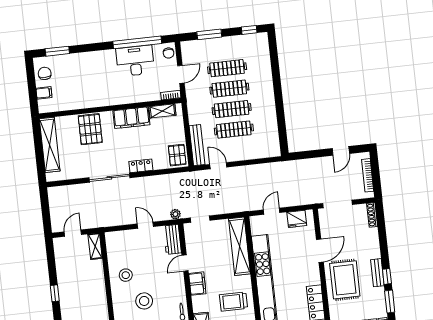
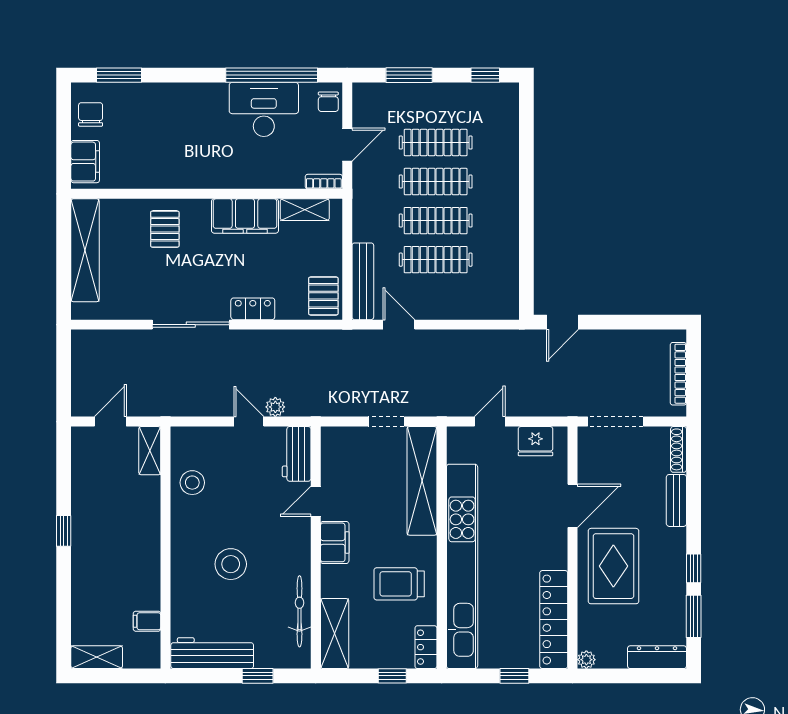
filing cabinet: (44, 93) -> (85, 162), width x2.00
pallet: (90, 129) -> (165, 229), width x0.67, depth x0.71
door: (341, 151) -> (562, 322), moved
plant: (175, 214) -> (275, 407), moved
doorway: (200, 219) -> (386, 422), moved
bench: (377, 273) -> (676, 500), moved
stool: (126, 275) -> (192, 483), moved

